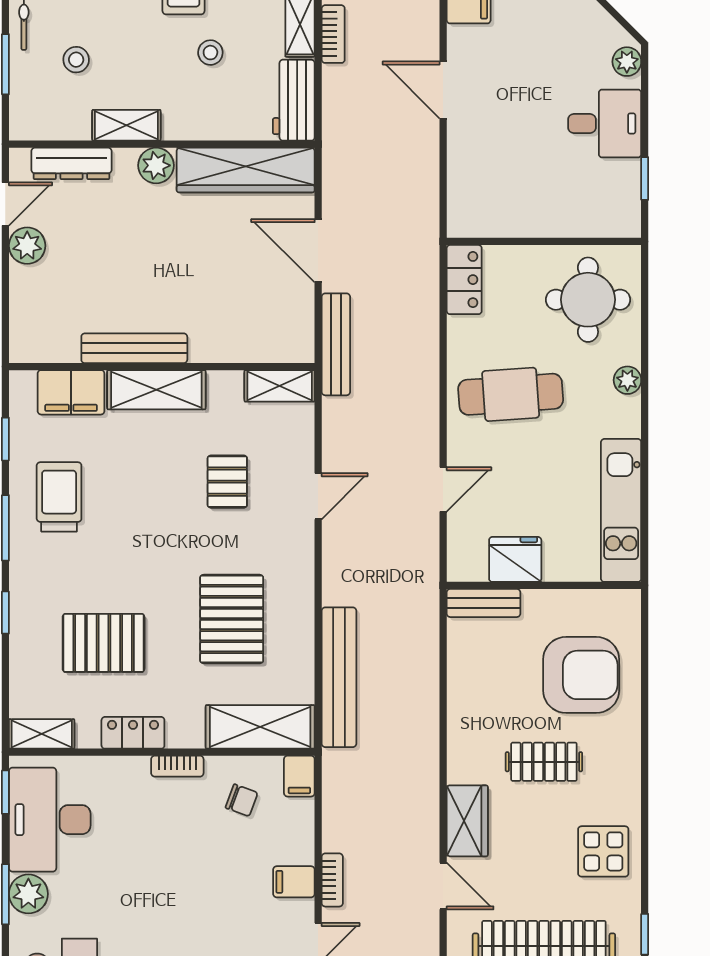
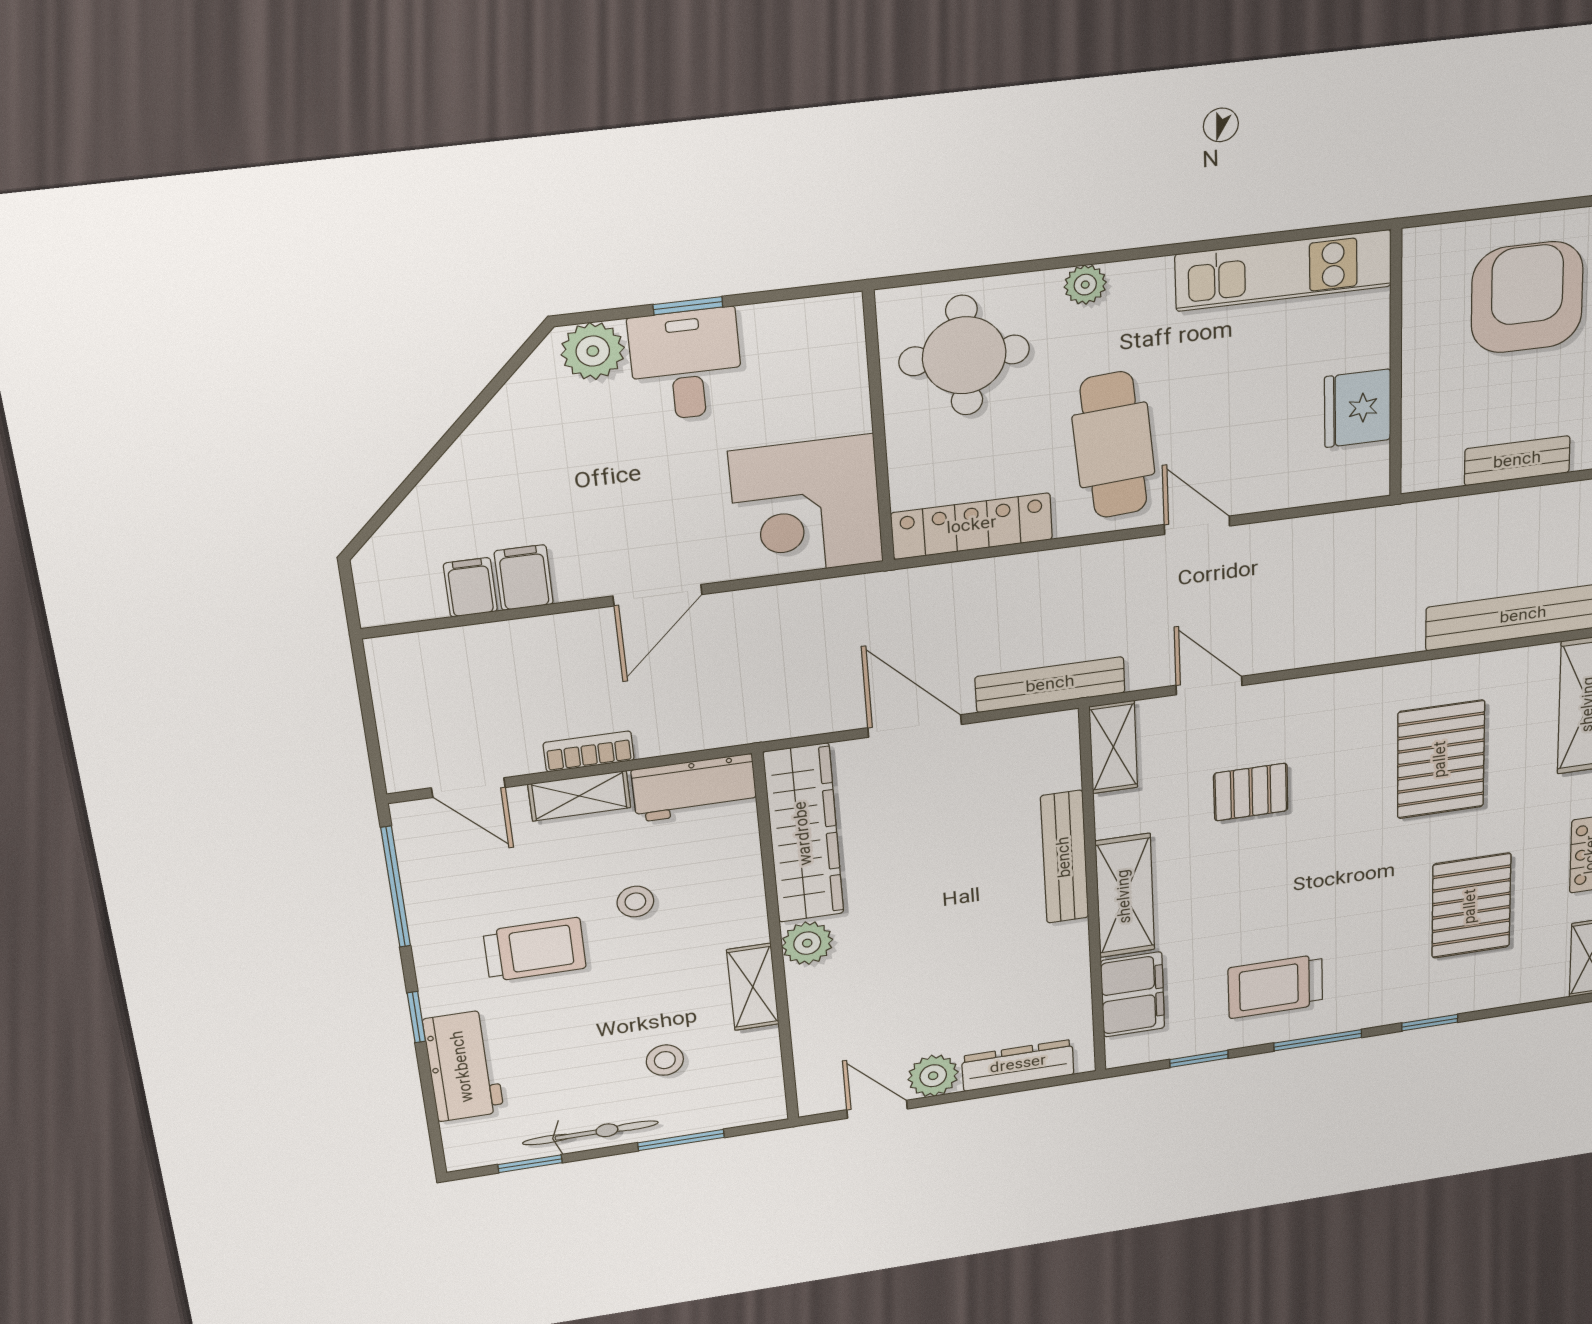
plant: (627, 62) -> (593, 351), width x1.38, depth x1.38
dresser: (71, 163) -> (1018, 1065), moved, turned -90
window: (645, 178) -> (688, 306), moved
corner desk: (494, 191) -> (806, 507), added
door: (318, 251) -> (915, 726), swing flipped
locker: (464, 280) -> (972, 526), width x1.53
bench: (134, 348) -> (1065, 857), moved
door: (443, 489) -> (1197, 525), moved
door: (318, 496) -> (1209, 685), moved
bench: (484, 603) -> (1517, 461), moved, turned 90
pallet: (232, 619) -> (1441, 759), turned 90

